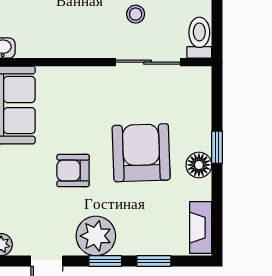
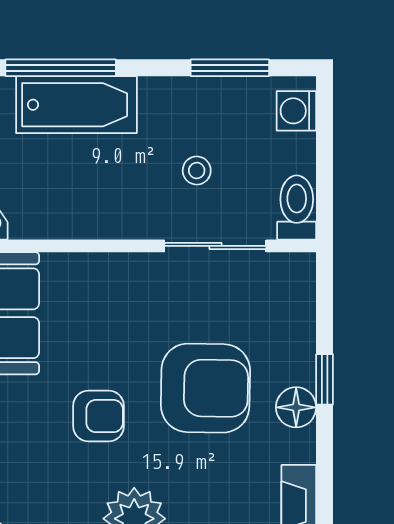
armchair: (141, 153) -> (205, 388), turned 93
armchair: (73, 171) -> (99, 416), turned 180

